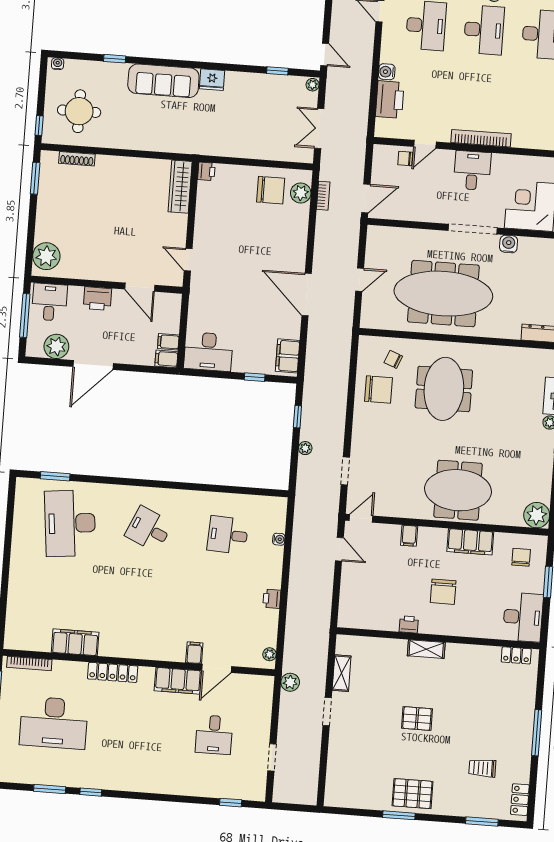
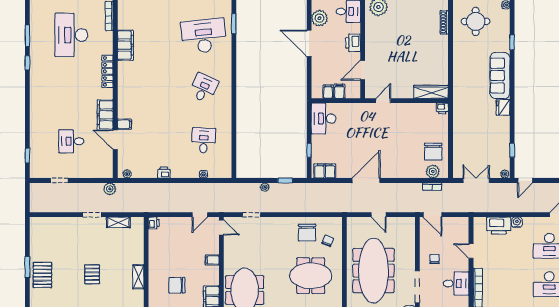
chair: (405, 159) -> (435, 259), moved
filing cabinet: (166, 359) -> (339, 91), moved
printer: (409, 624) -> (154, 223), moved

